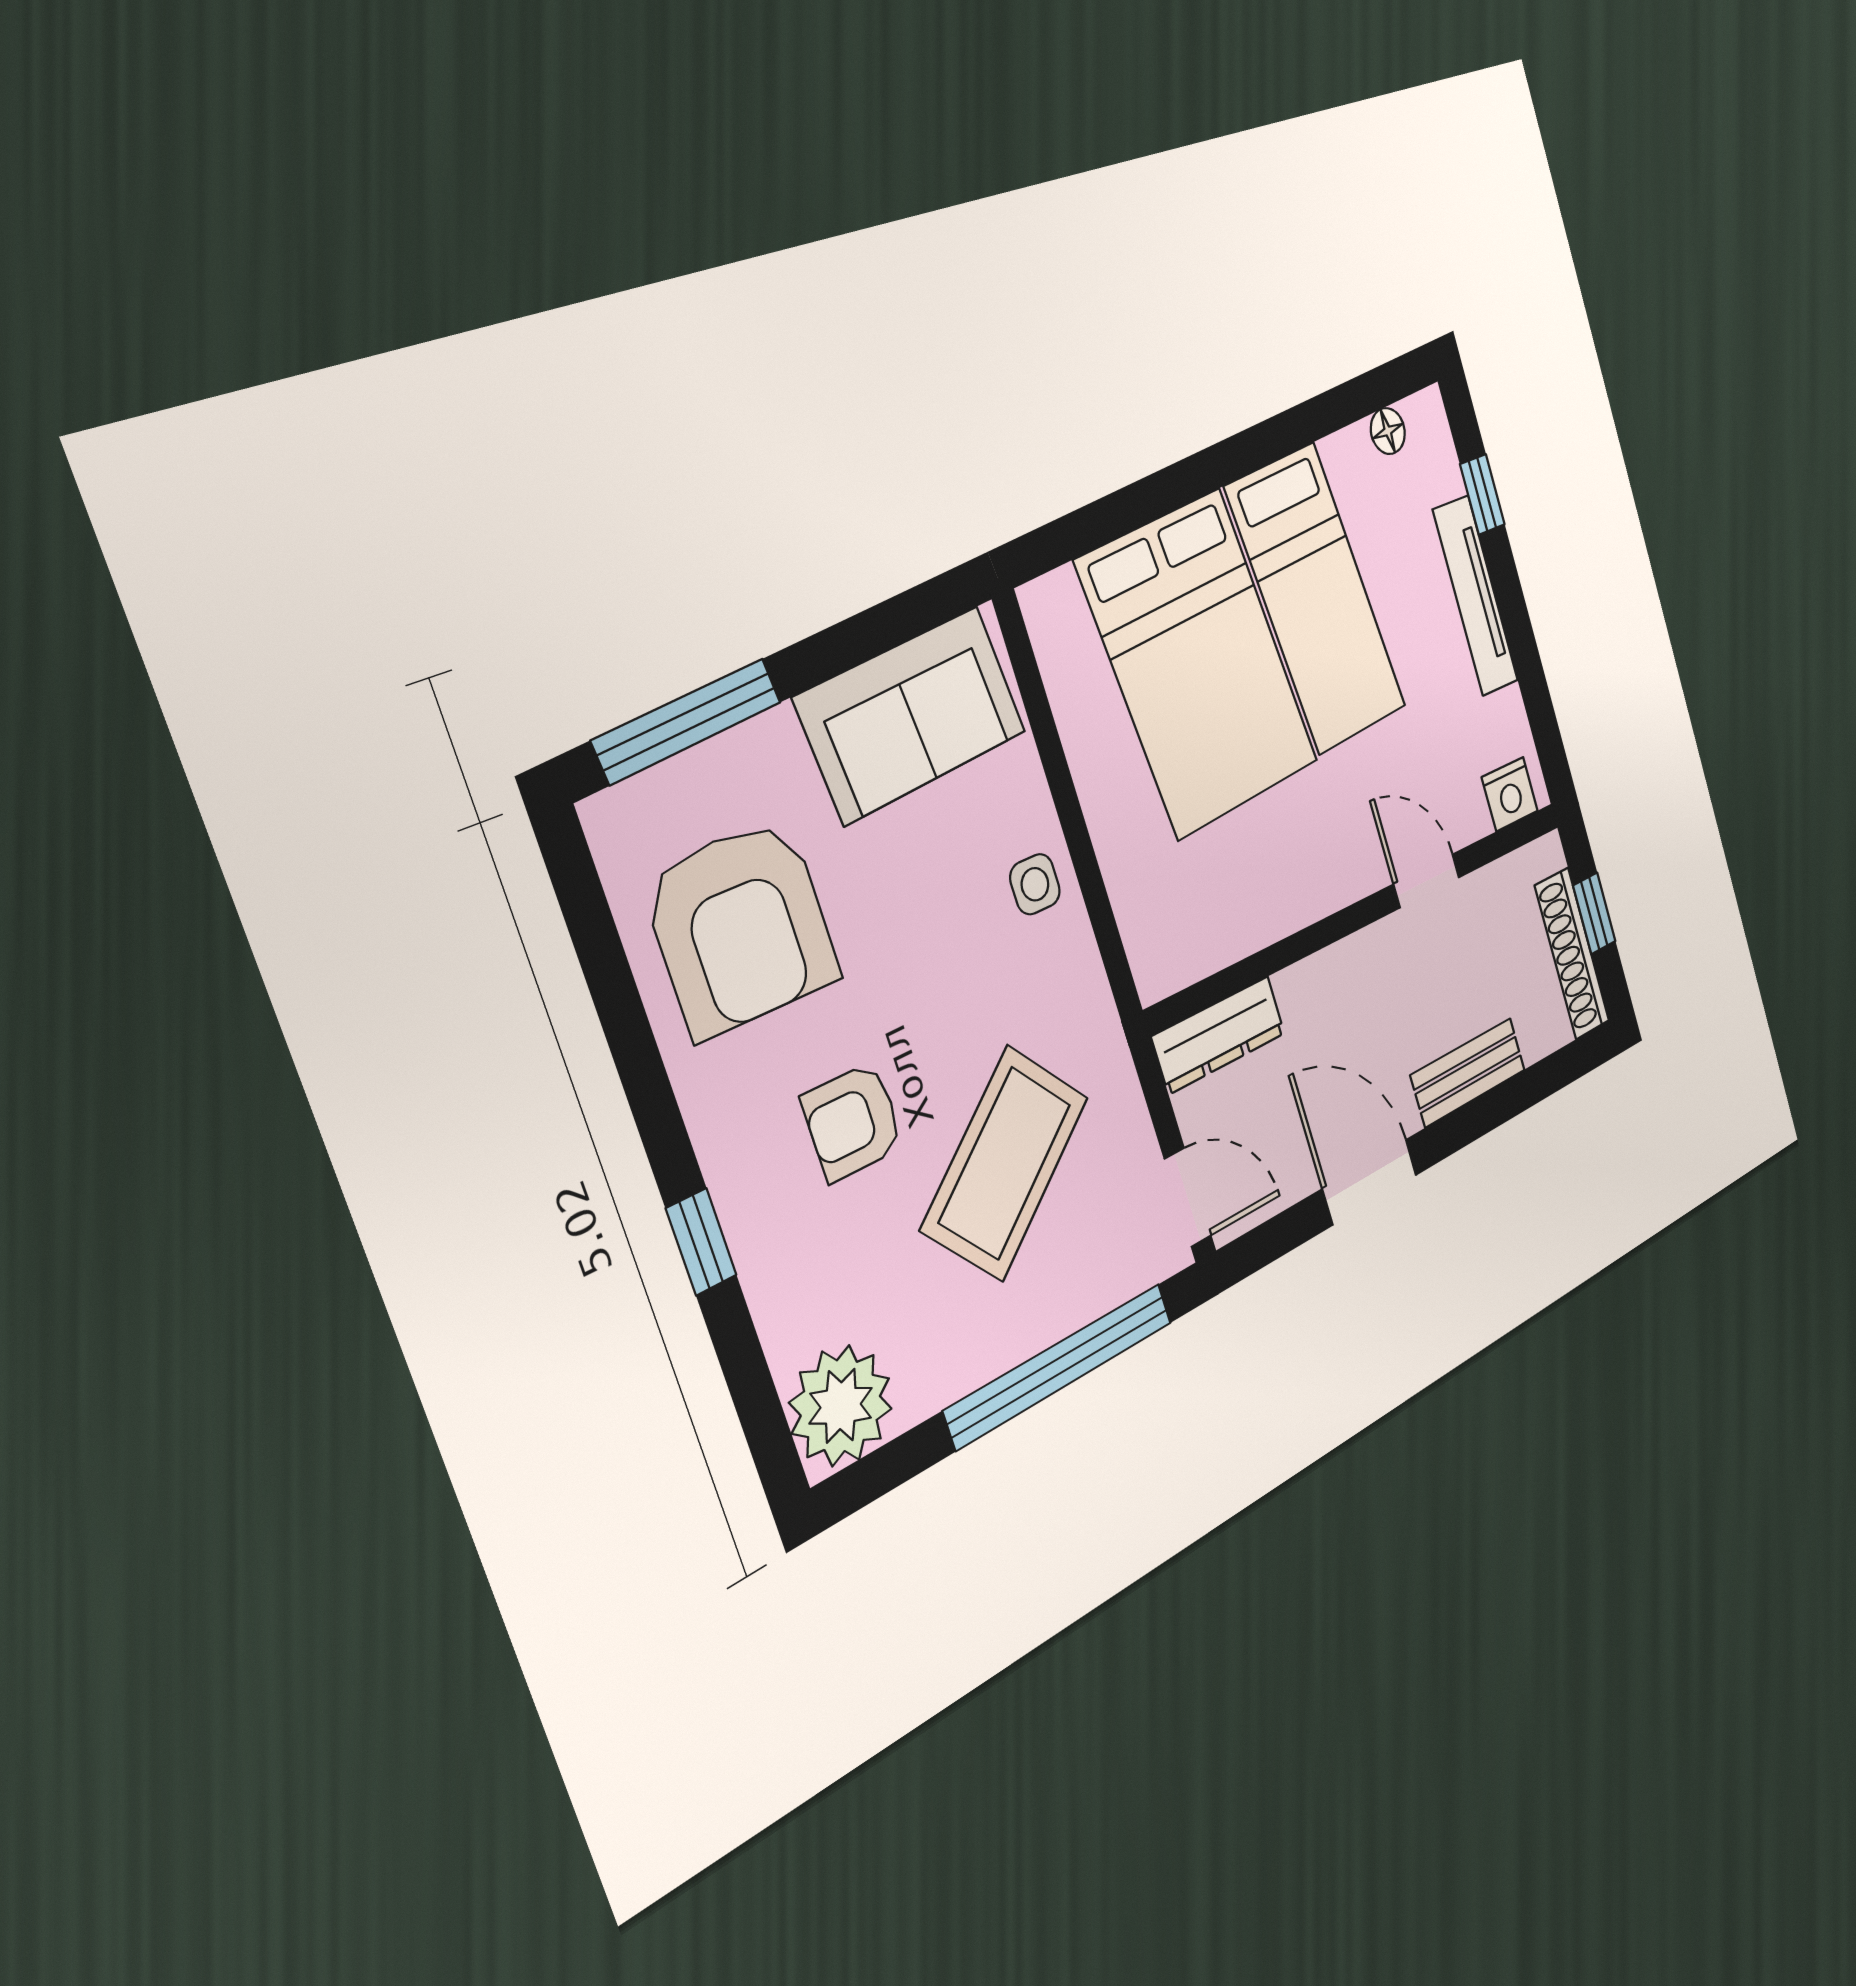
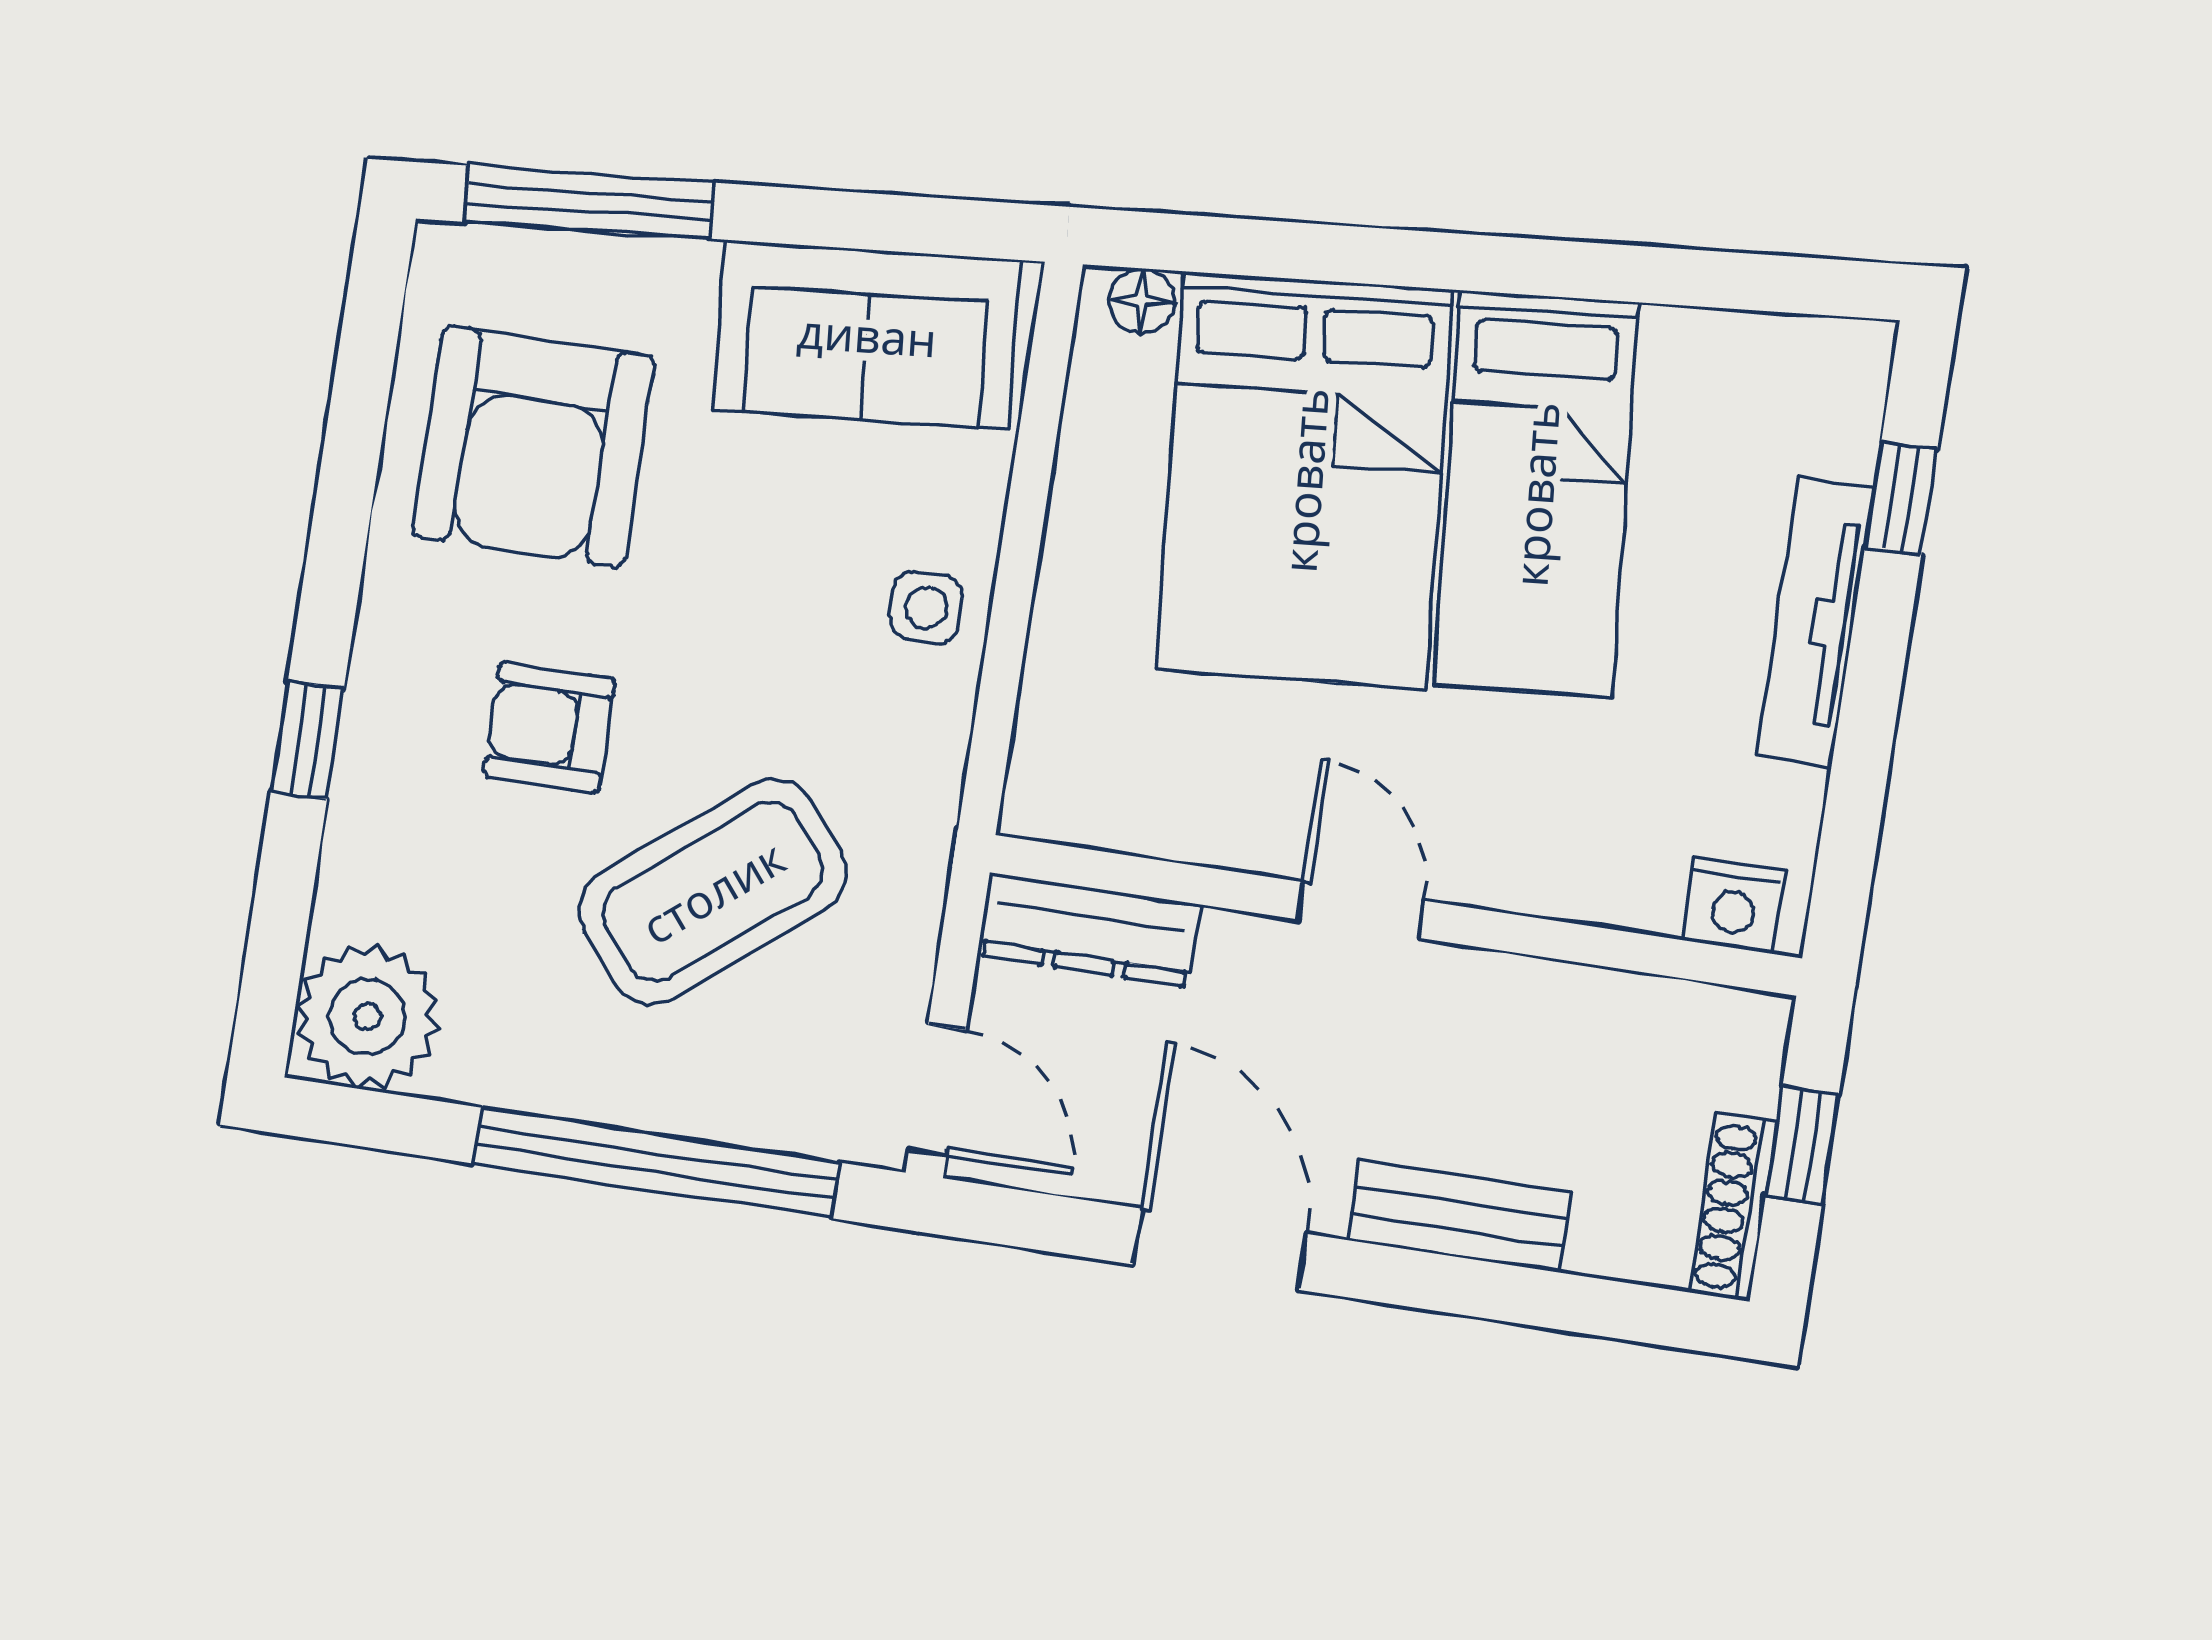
floor lamp: (1388, 431) -> (1142, 301), moved
door: (1427, 881) -> (1361, 910), moved
shoe rack: (1572, 953) -> (1733, 1208), width x0.74, depth x0.81

